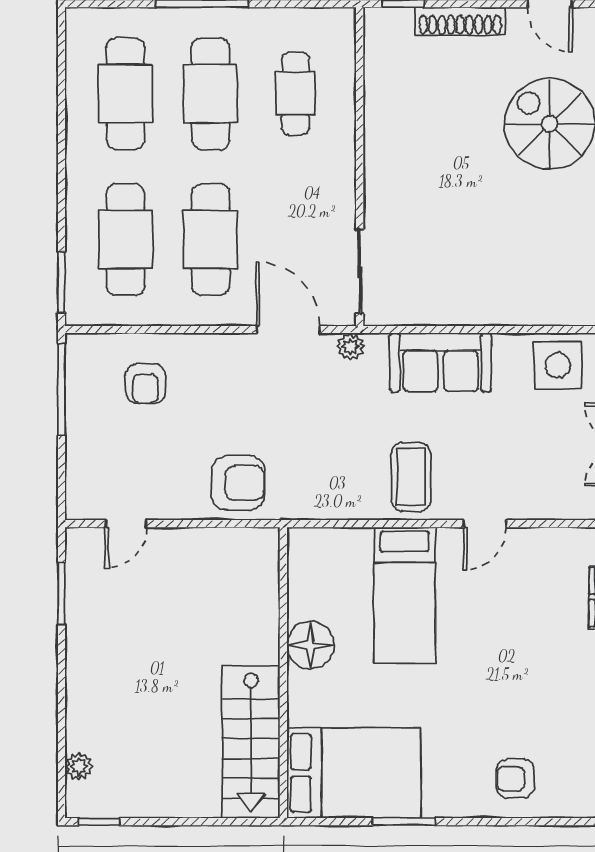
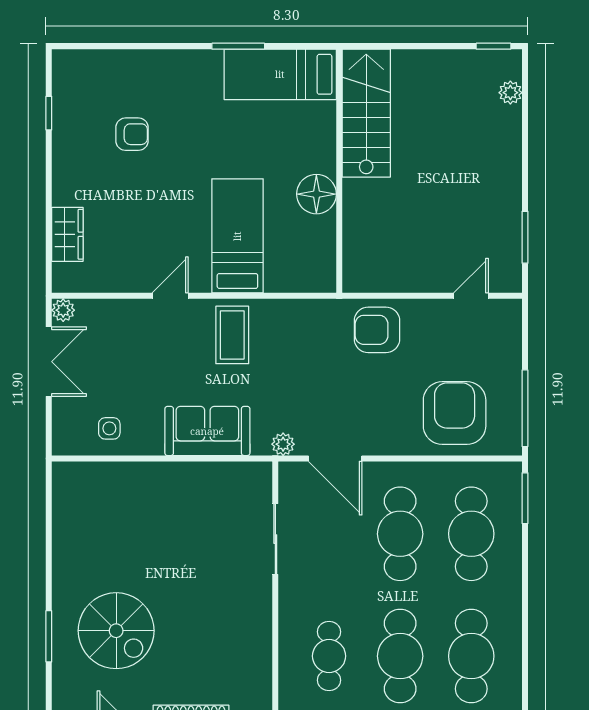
sliding door: (360, 272) -> (275, 539), moved
side table: (558, 365) -> (109, 428), width x0.54, depth x0.54
armchair: (146, 384) -> (455, 413), width x1.88, depth x1.88
bed: (354, 773) -> (280, 74), width x0.67
armchair: (515, 779) -> (132, 134), moved

